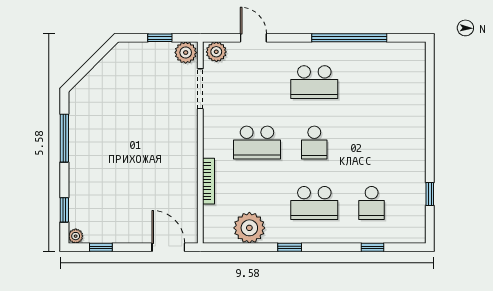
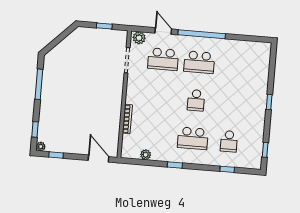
window: (349, 38) -> (202, 34), moved
plant: (186, 53) -> (120, 37), removed
window: (430, 136) -> (269, 102), added
school desk: (257, 143) -> (163, 59), moved
window: (430, 194) -> (265, 150), moved
plant: (249, 228) -> (146, 155), width x0.53, depth x0.53

